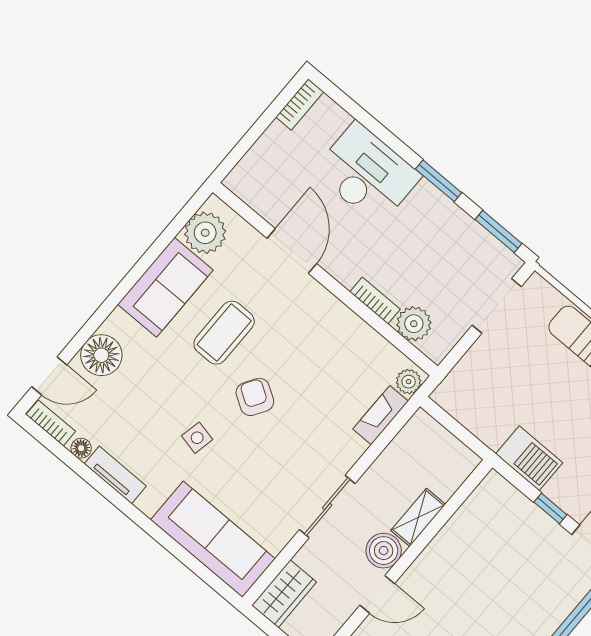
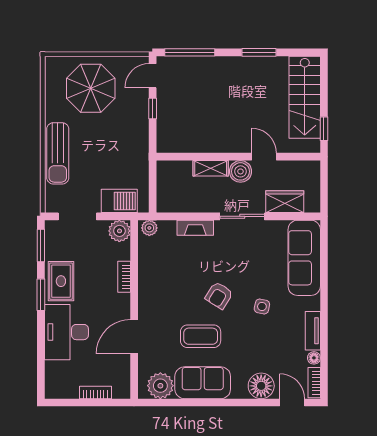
bookcase: (300, 104) -> (95, 392), moved
rug: (435, 219) -> (61, 281), added
plant: (414, 324) -> (119, 231), moved
fireplace: (381, 415) -> (195, 228), moved
barbecue: (529, 458) -> (119, 201), moved, turned 90
wardrobe: (284, 594) -> (285, 202), moved

